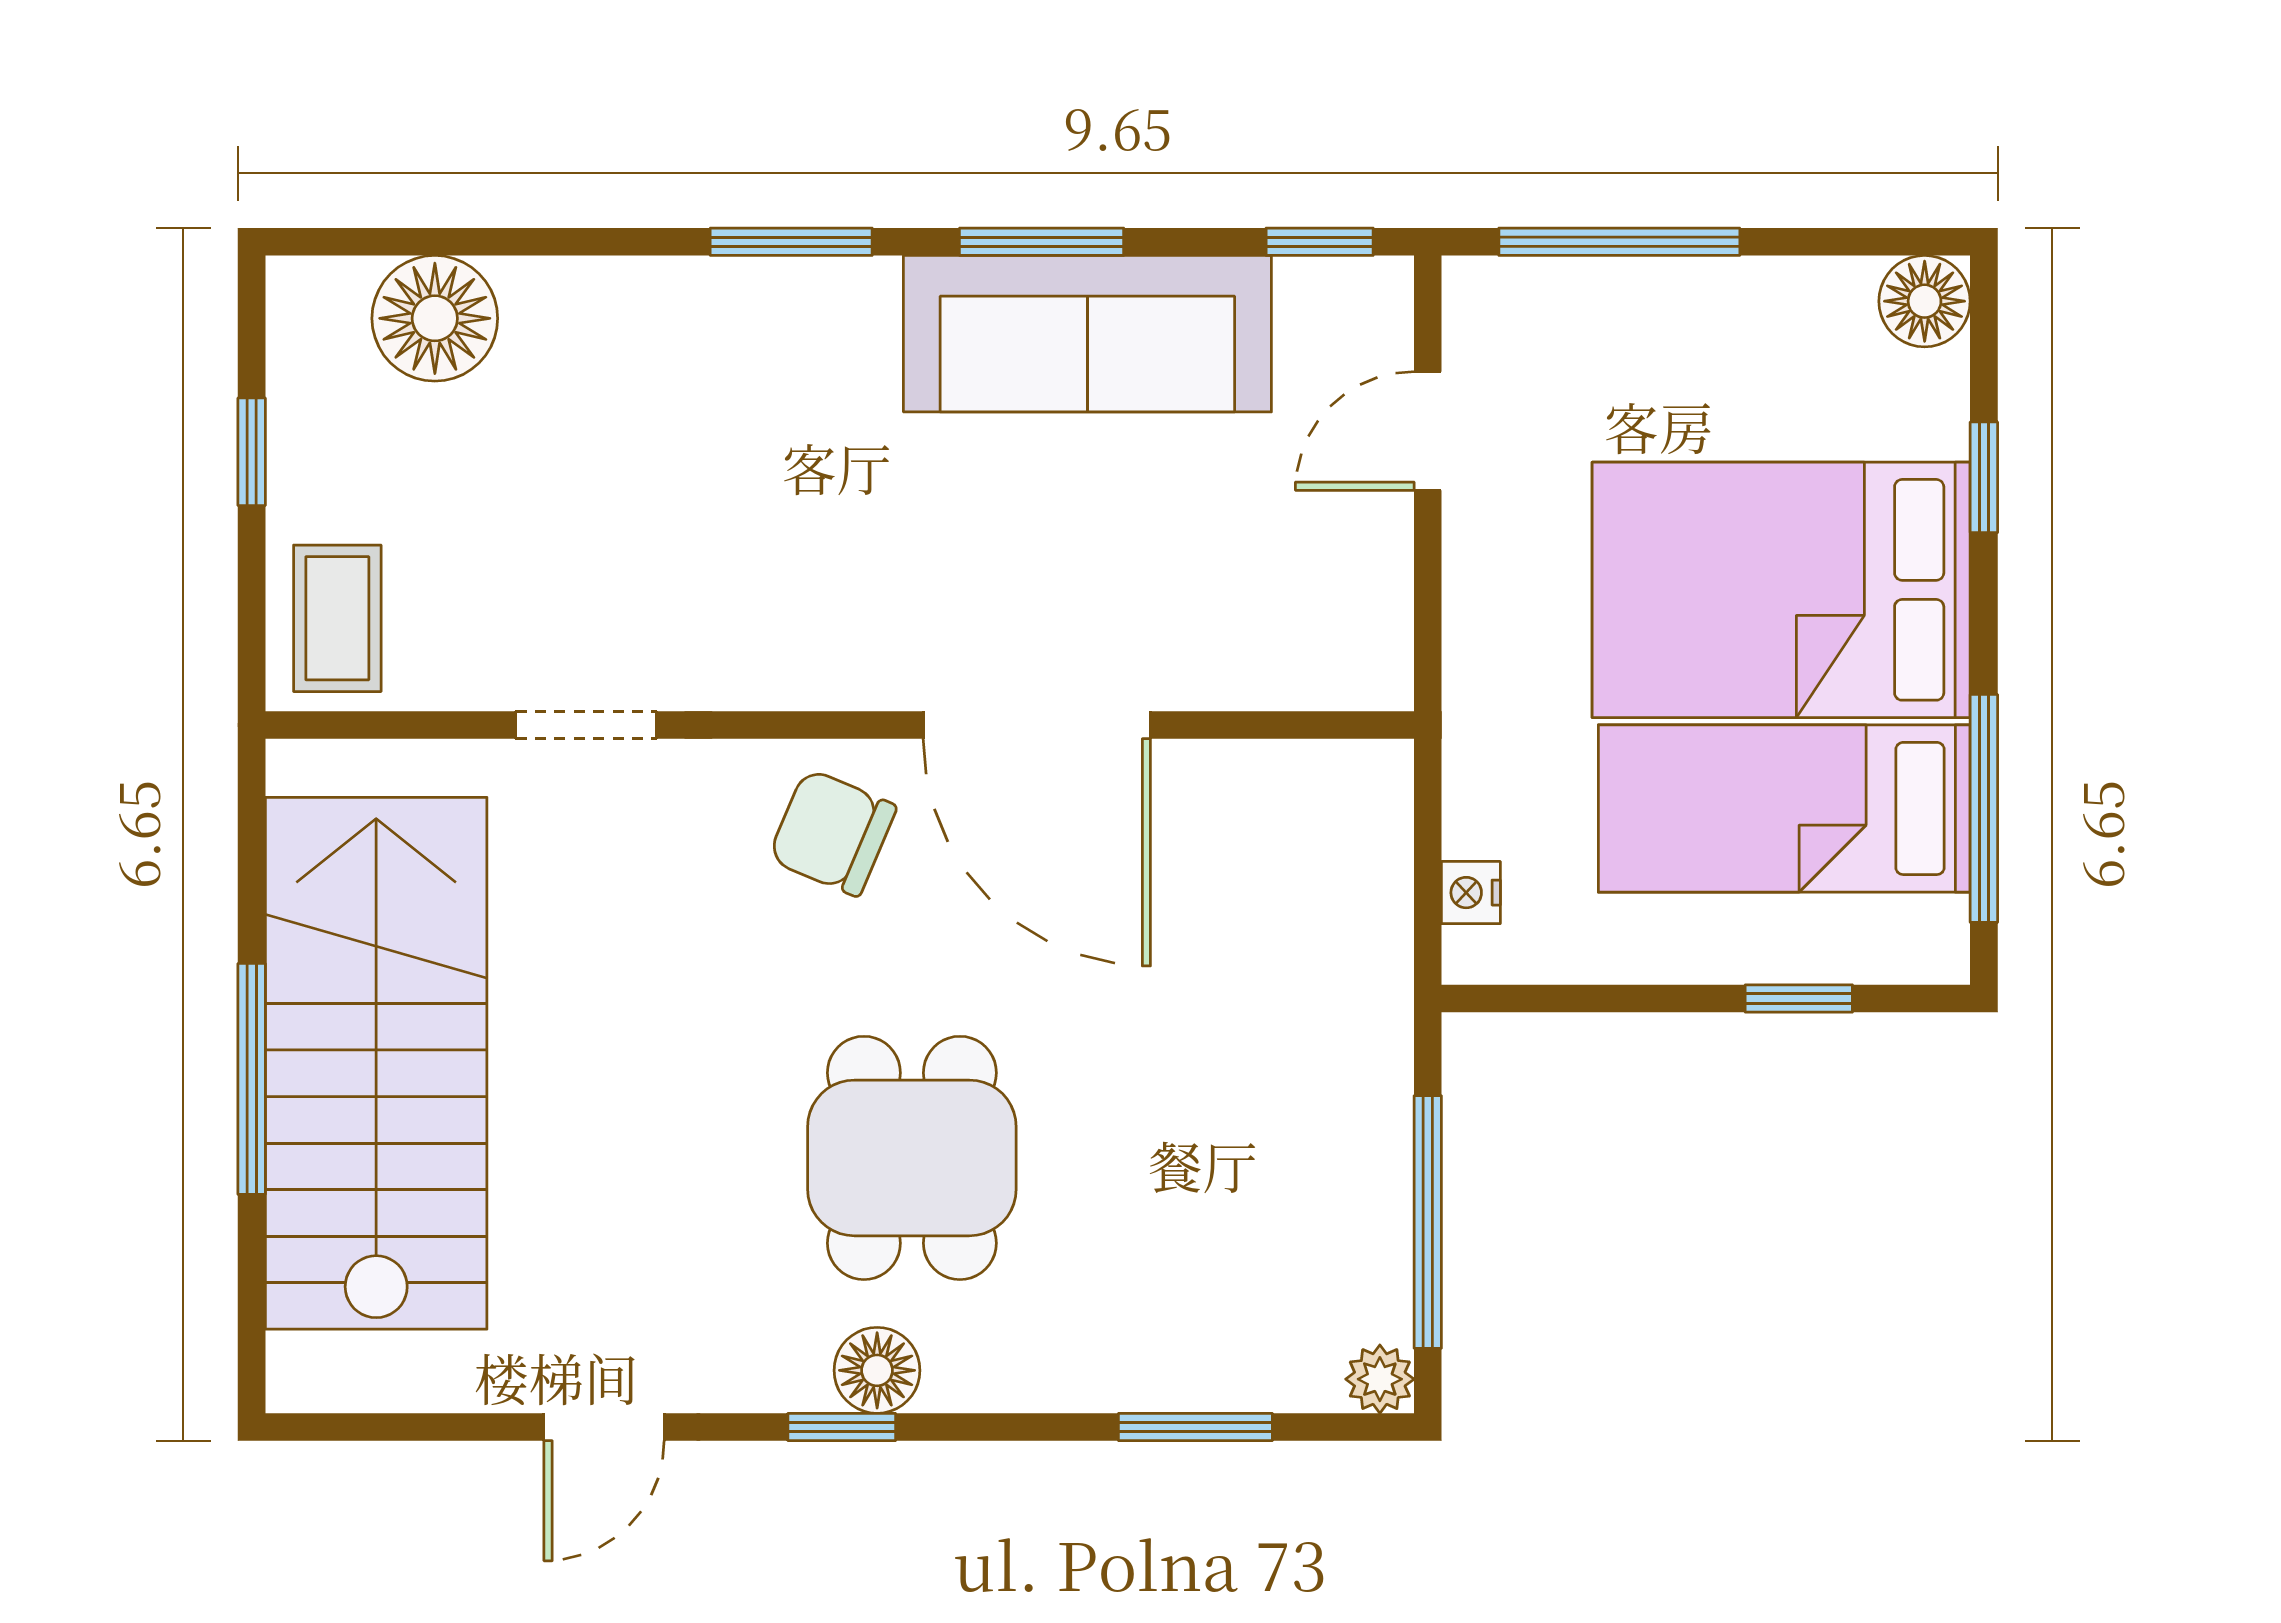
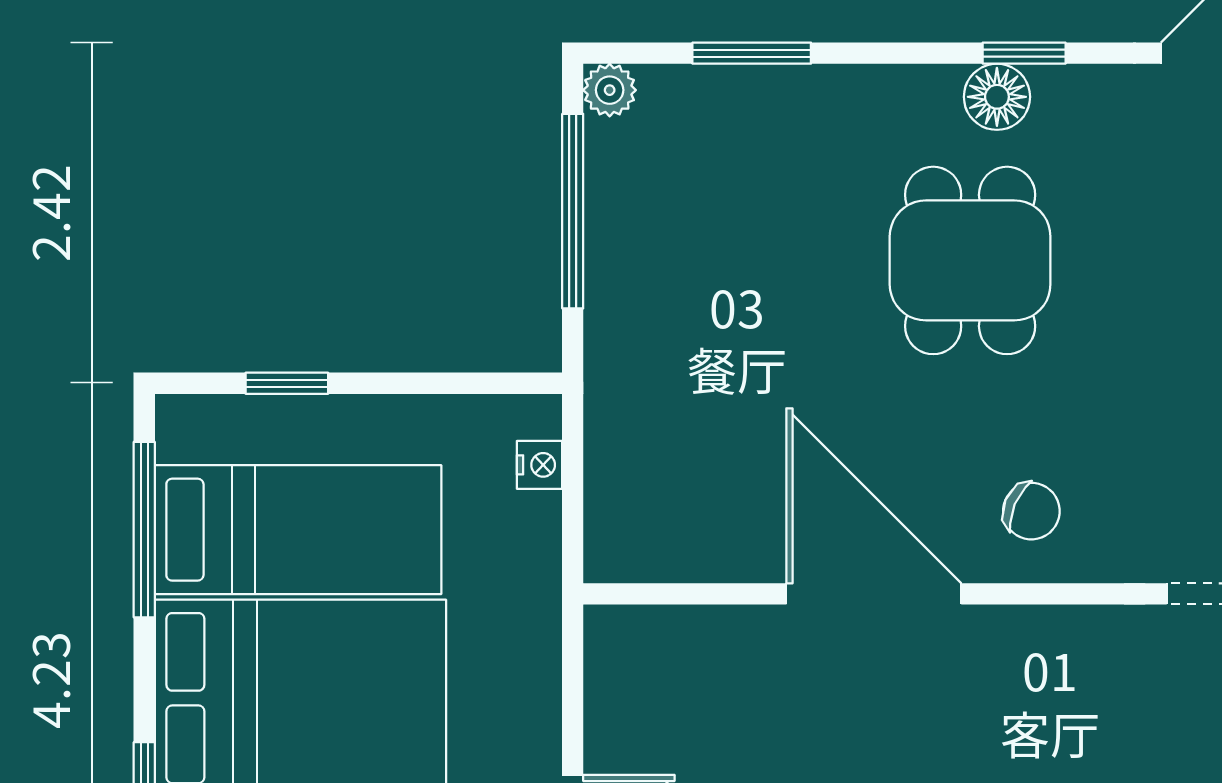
chair: (832, 833) -> (1031, 511), width x0.73, depth x0.73

